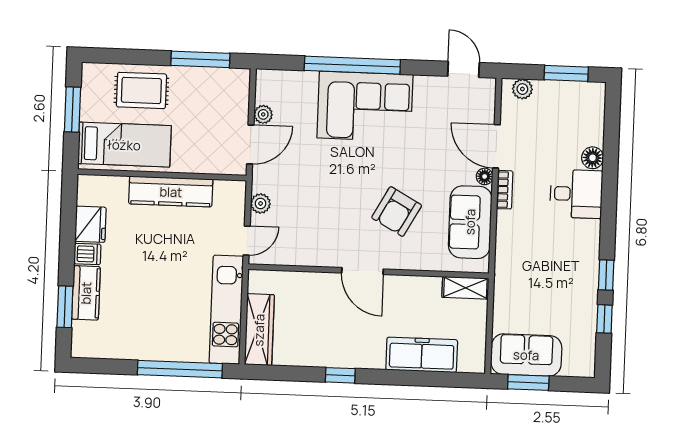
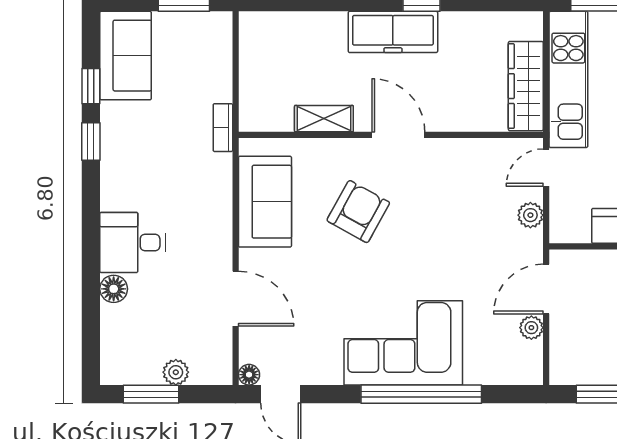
plant: (522, 89) -> (176, 372), moved
floor lamp: (485, 176) -> (249, 375), moved
bookcase: (505, 190) -> (223, 128), moved
shelving: (465, 288) -> (324, 119), moved
wardrobe: (259, 330) -> (526, 86), moved
freezer: (422, 355) -> (393, 32), moved
sofa: (526, 355) -> (126, 56), moved, turned -90

